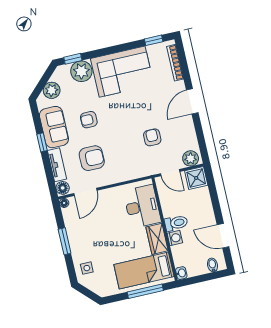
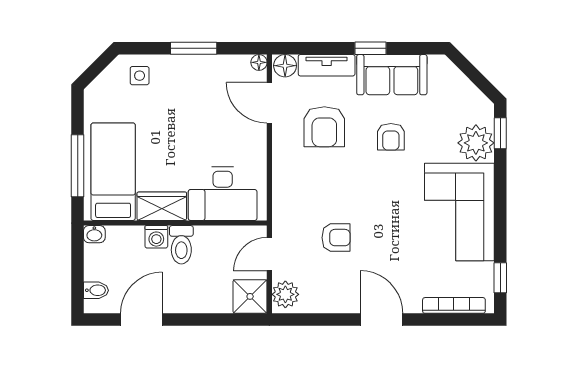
plant: (52, 90) -> (455, 85), removed
armchair: (89, 120) -> (391, 137), turned 180

